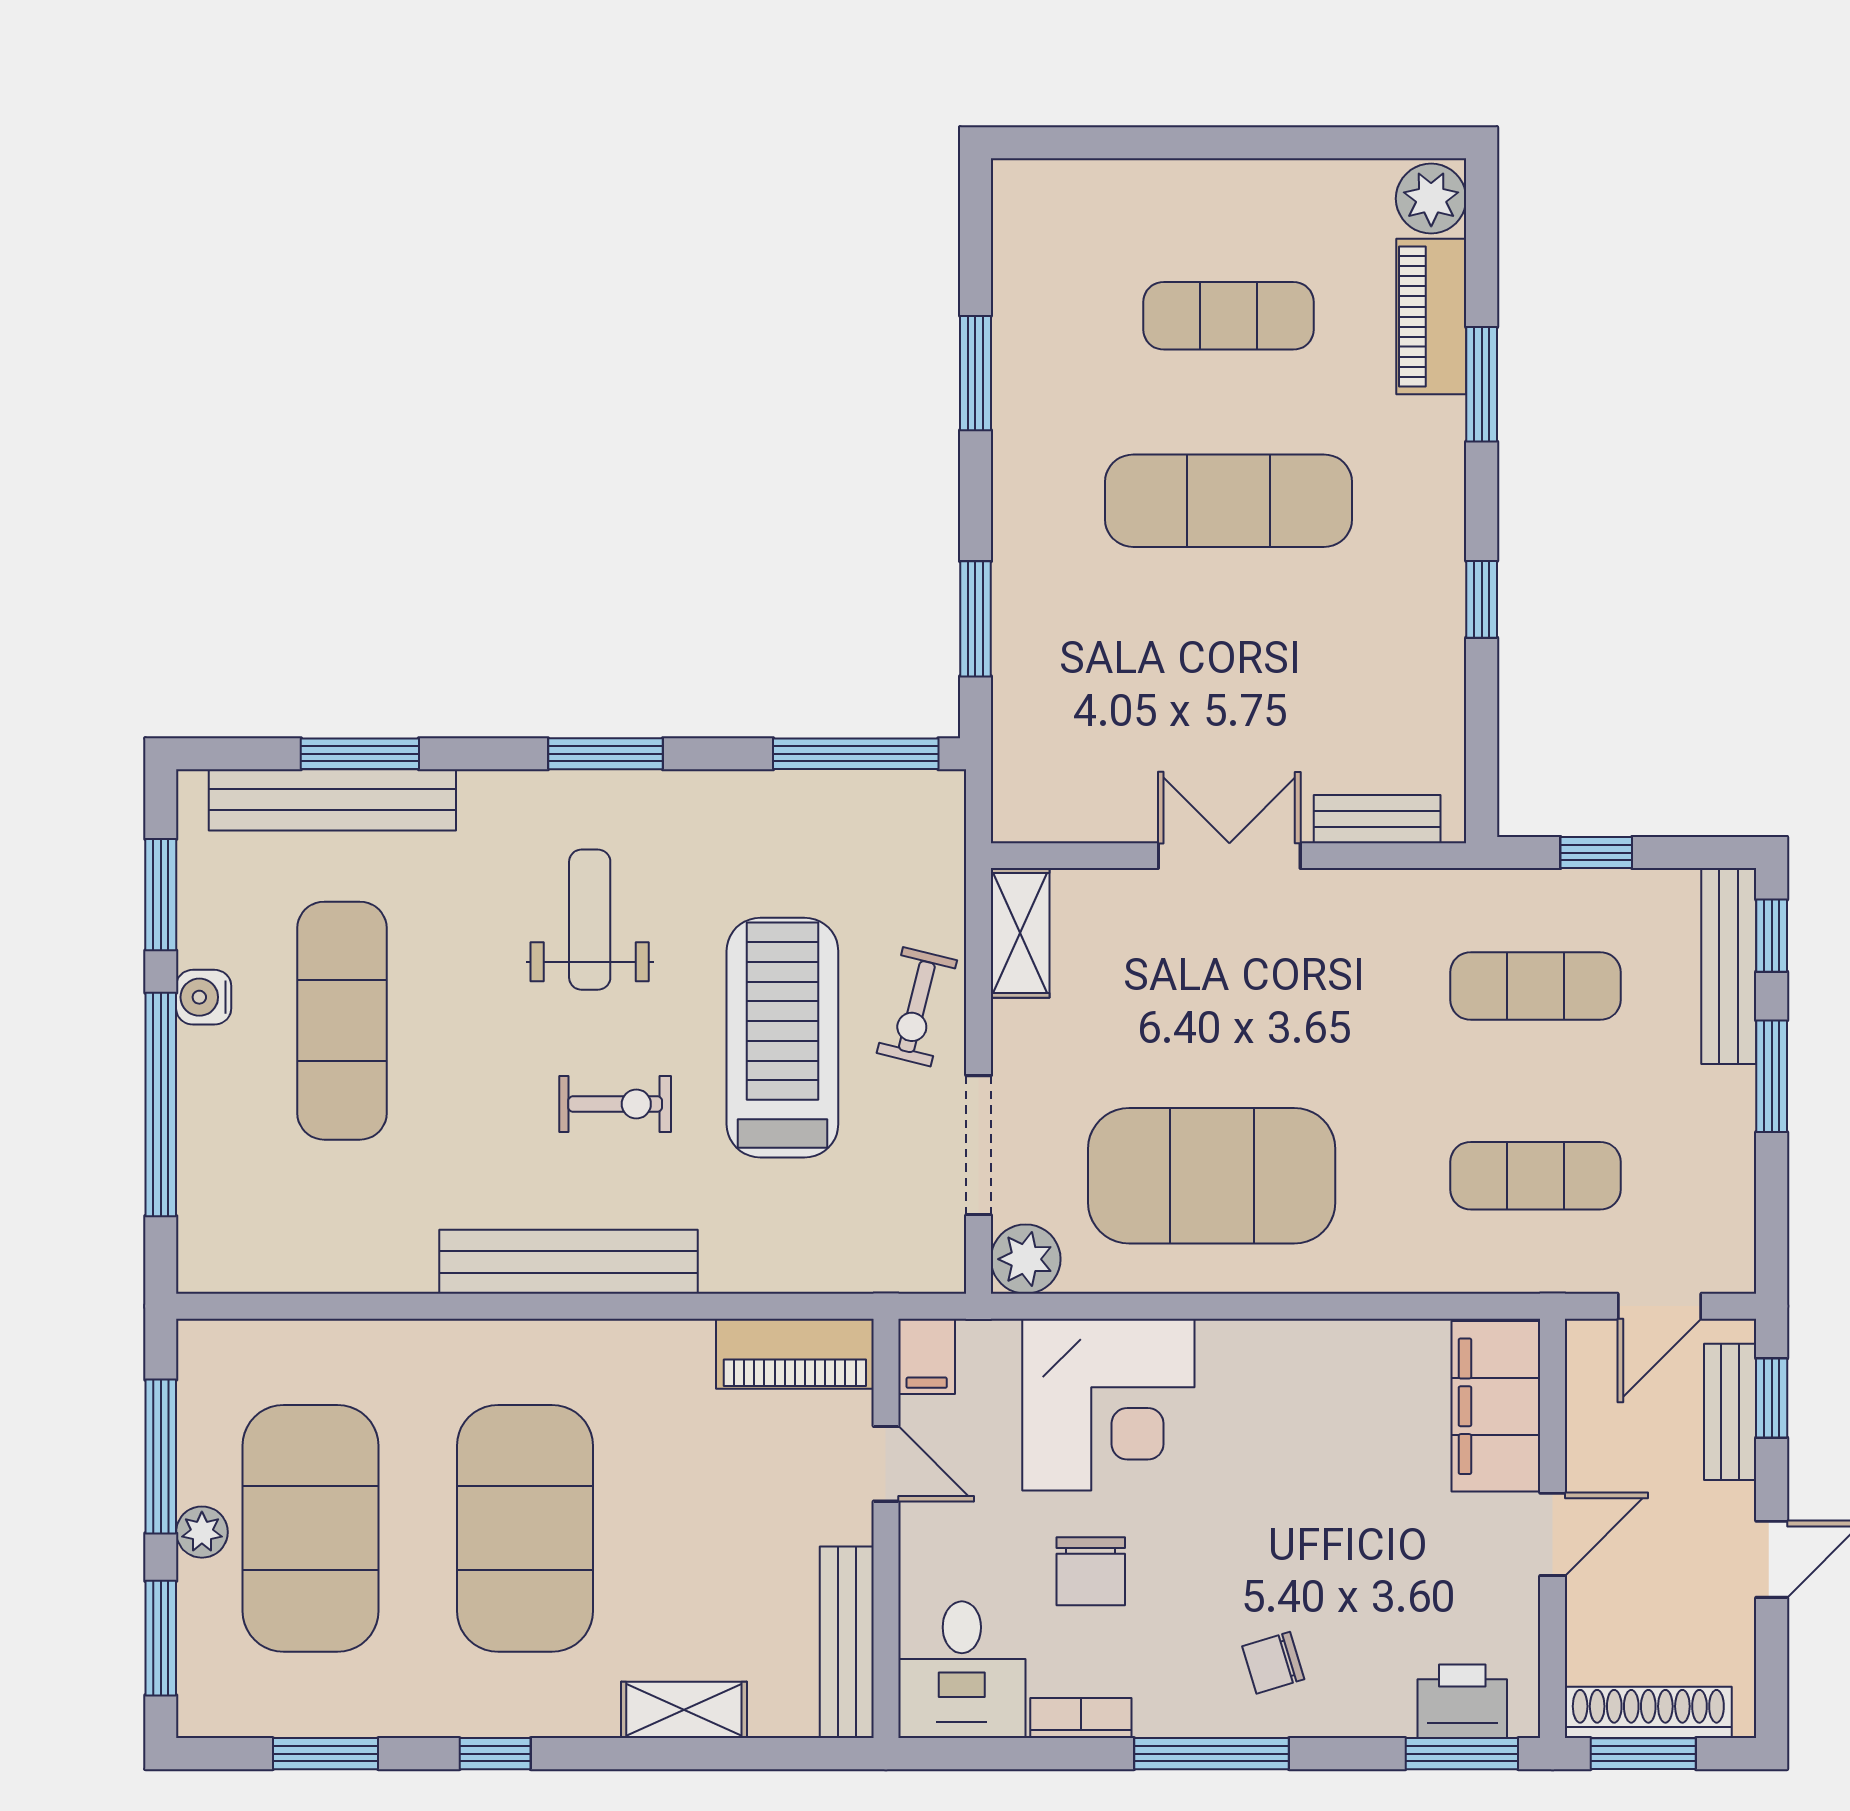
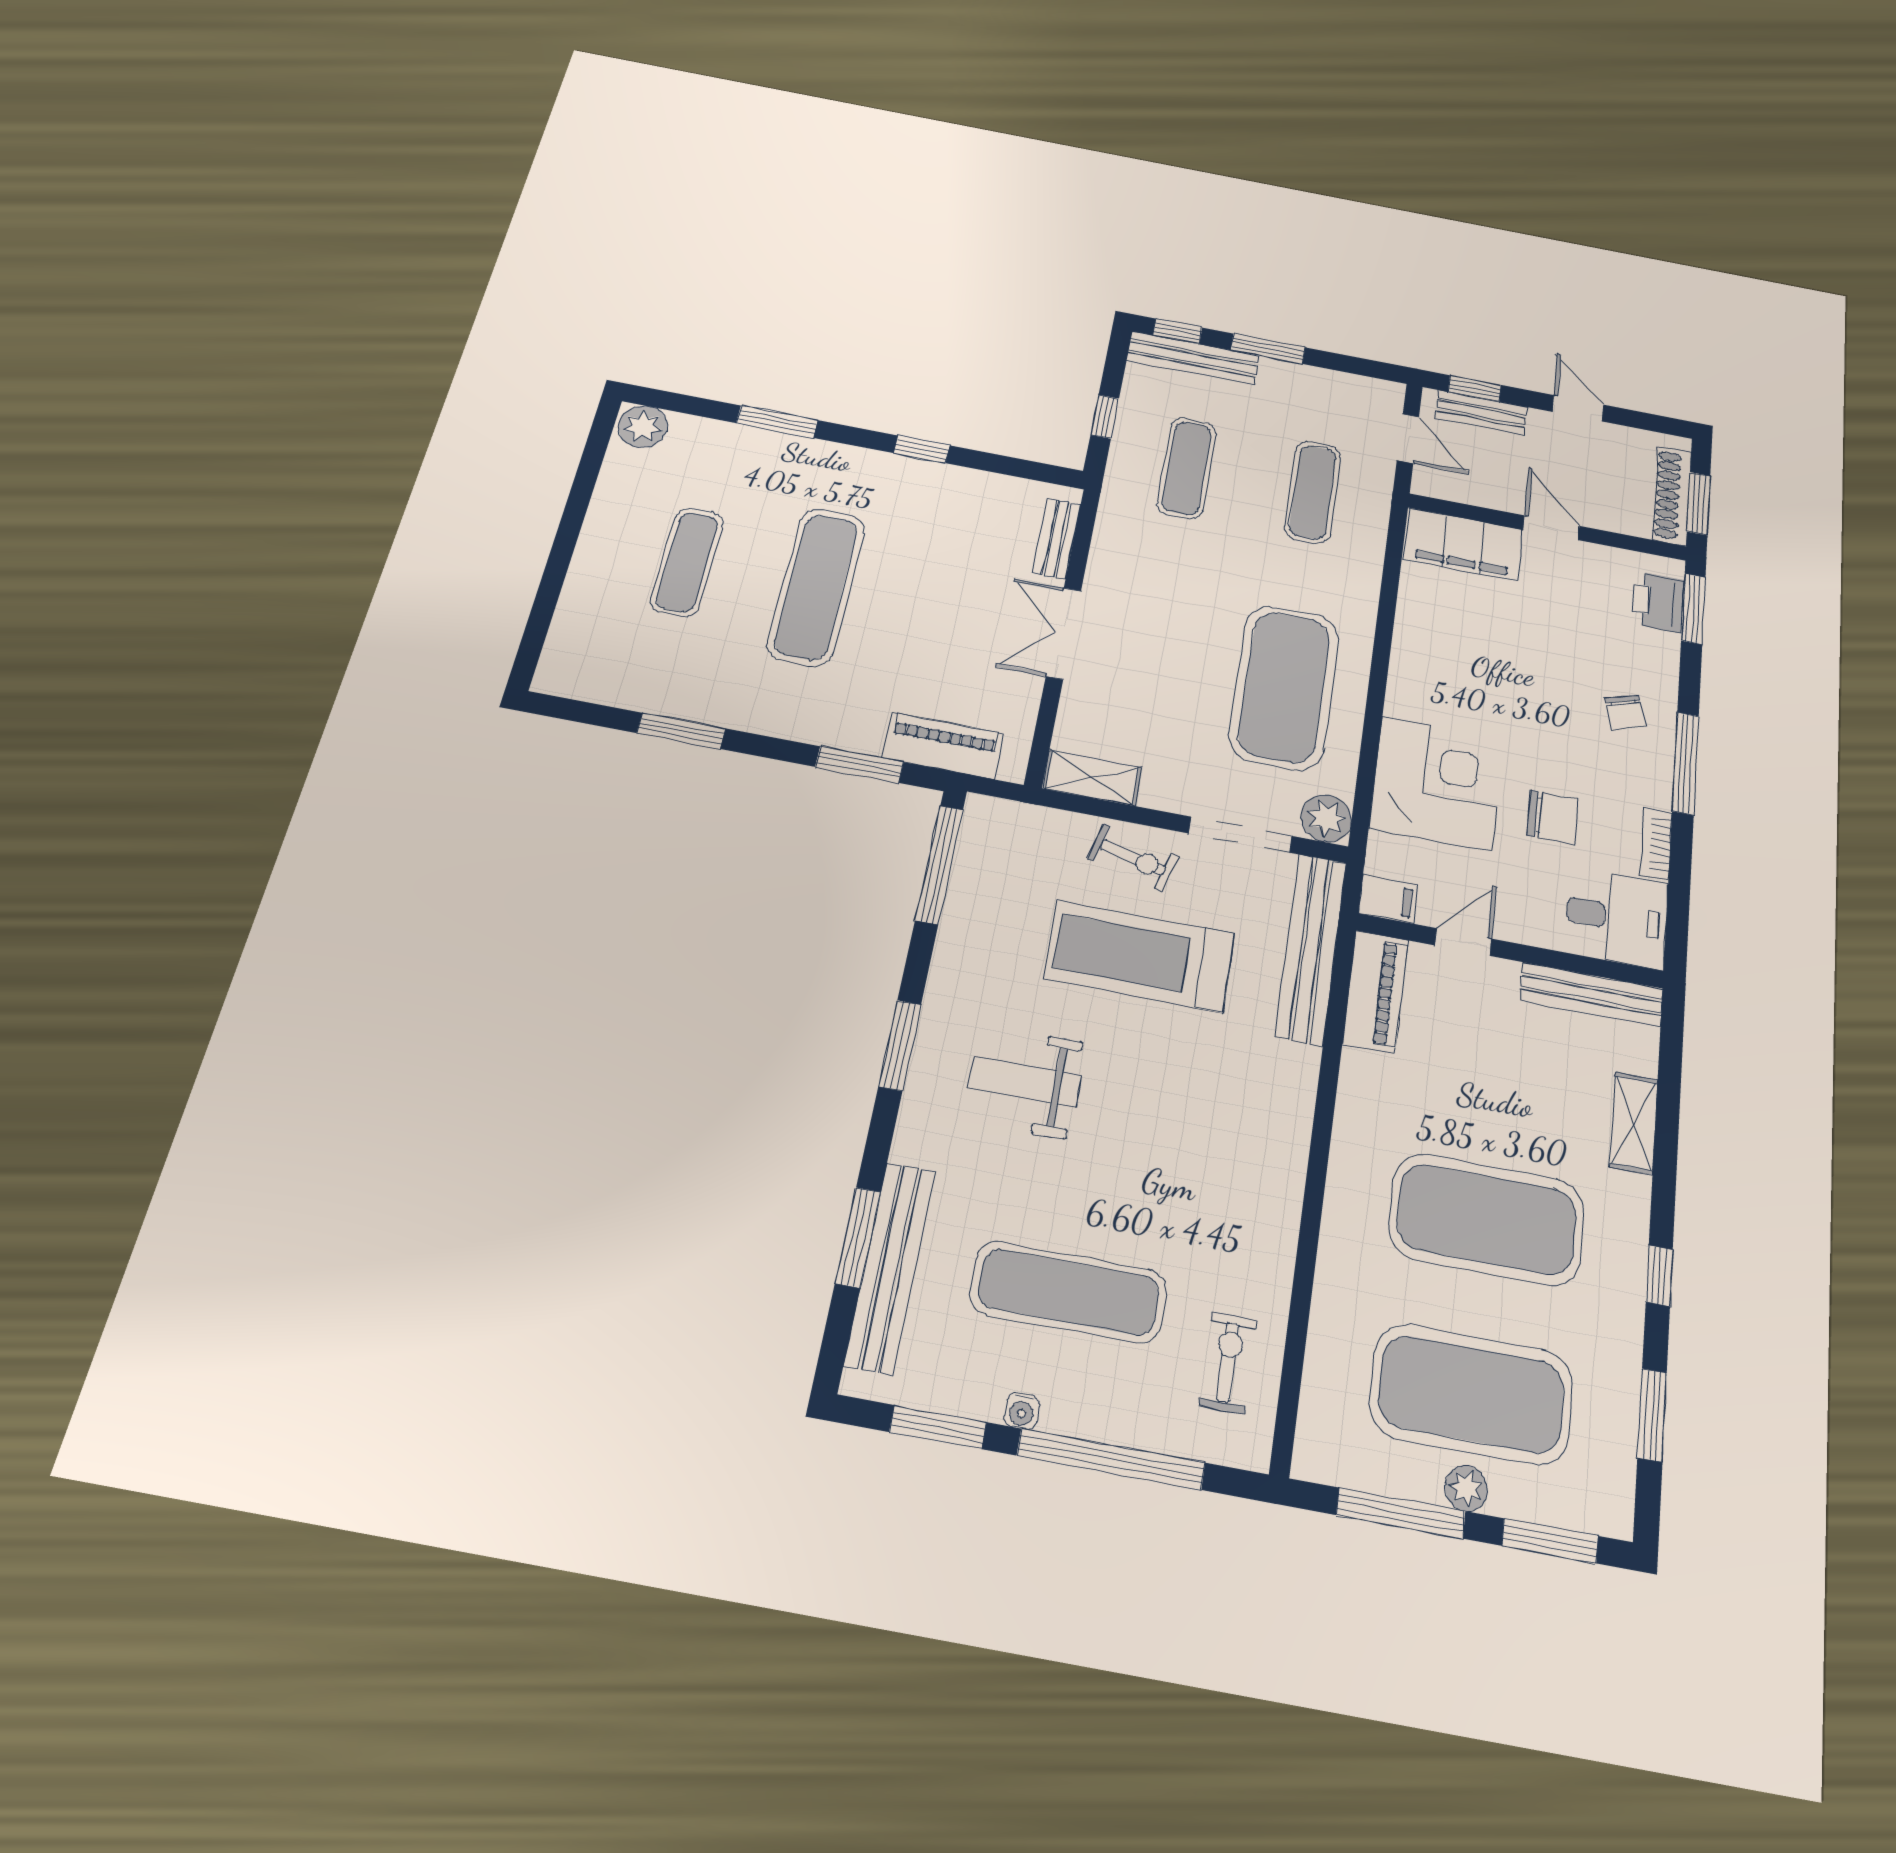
piano: (1431, 317) -> (943, 746), moved, turned 180
water cooler: (204, 997) -> (1022, 1411), width x0.72, depth x0.72
exercise bike: (615, 1104) -> (1228, 1362), moved
bench: (569, 1262) -> (1311, 948), moved

